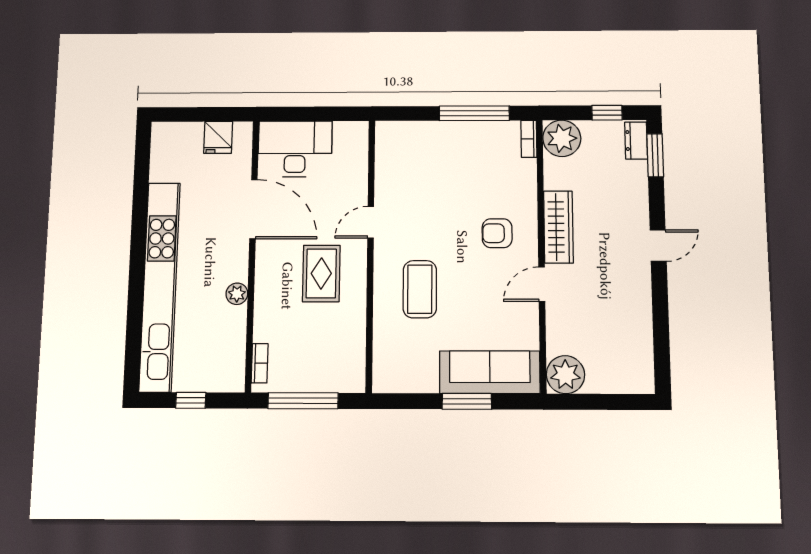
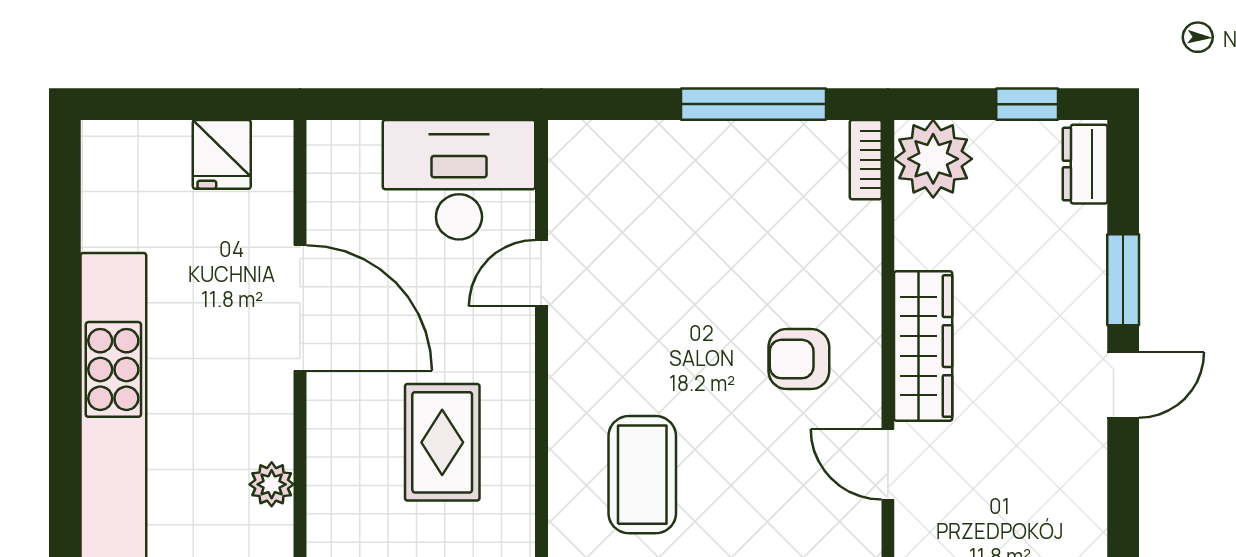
desk: (295, 149) -> (459, 180), moved
window: (655, 155) -> (1123, 280), moved
door: (371, 222) -> (541, 273), moved
door: (542, 284) -> (888, 464), hinge flipped

